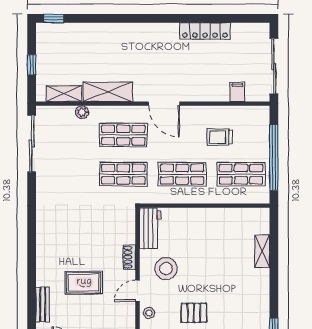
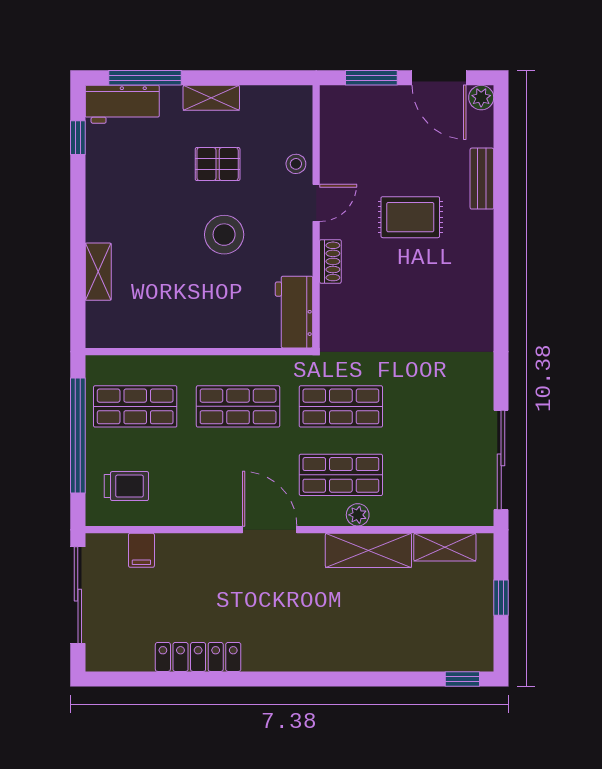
plant: (82, 112) -> (358, 515), moved
trolley: (220, 137) -> (126, 486), moved
stool: (166, 269) -> (224, 235), moved

